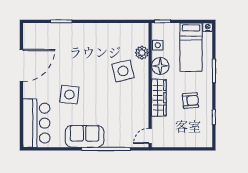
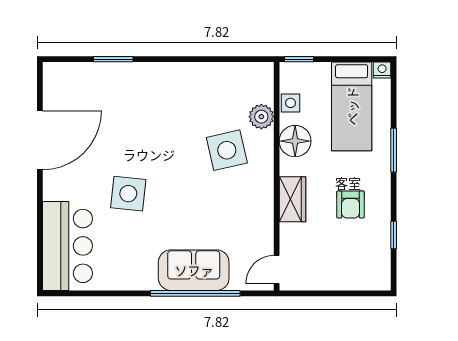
wardrobe: (159, 98) -> (292, 199), width x0.67
armchair: (190, 101) -> (351, 205), turned 95
sofa: (85, 136) -> (194, 270), moved

